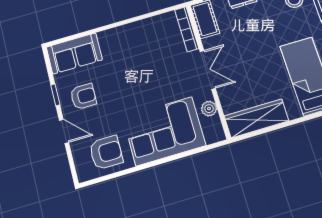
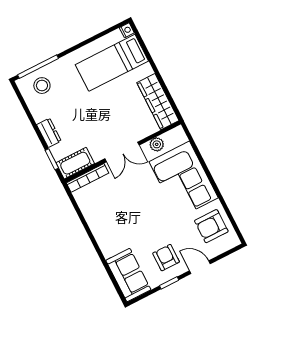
double door: (208, 70) -> (122, 152), swing flipped
door: (64, 131) -> (200, 267), hinge flipped
armchair: (106, 153) -> (211, 226), turned -90

